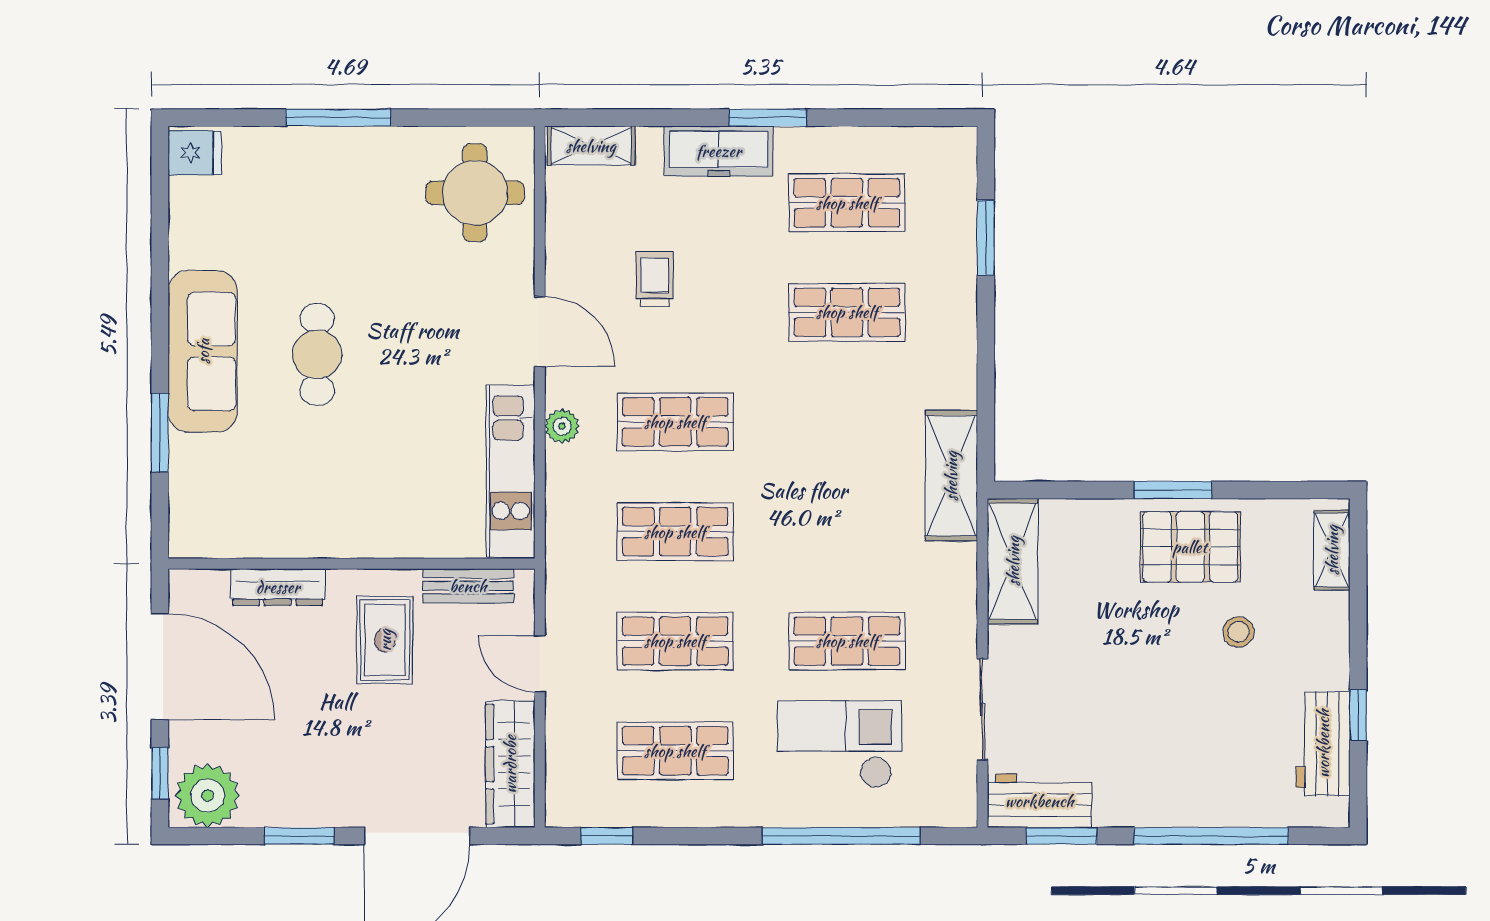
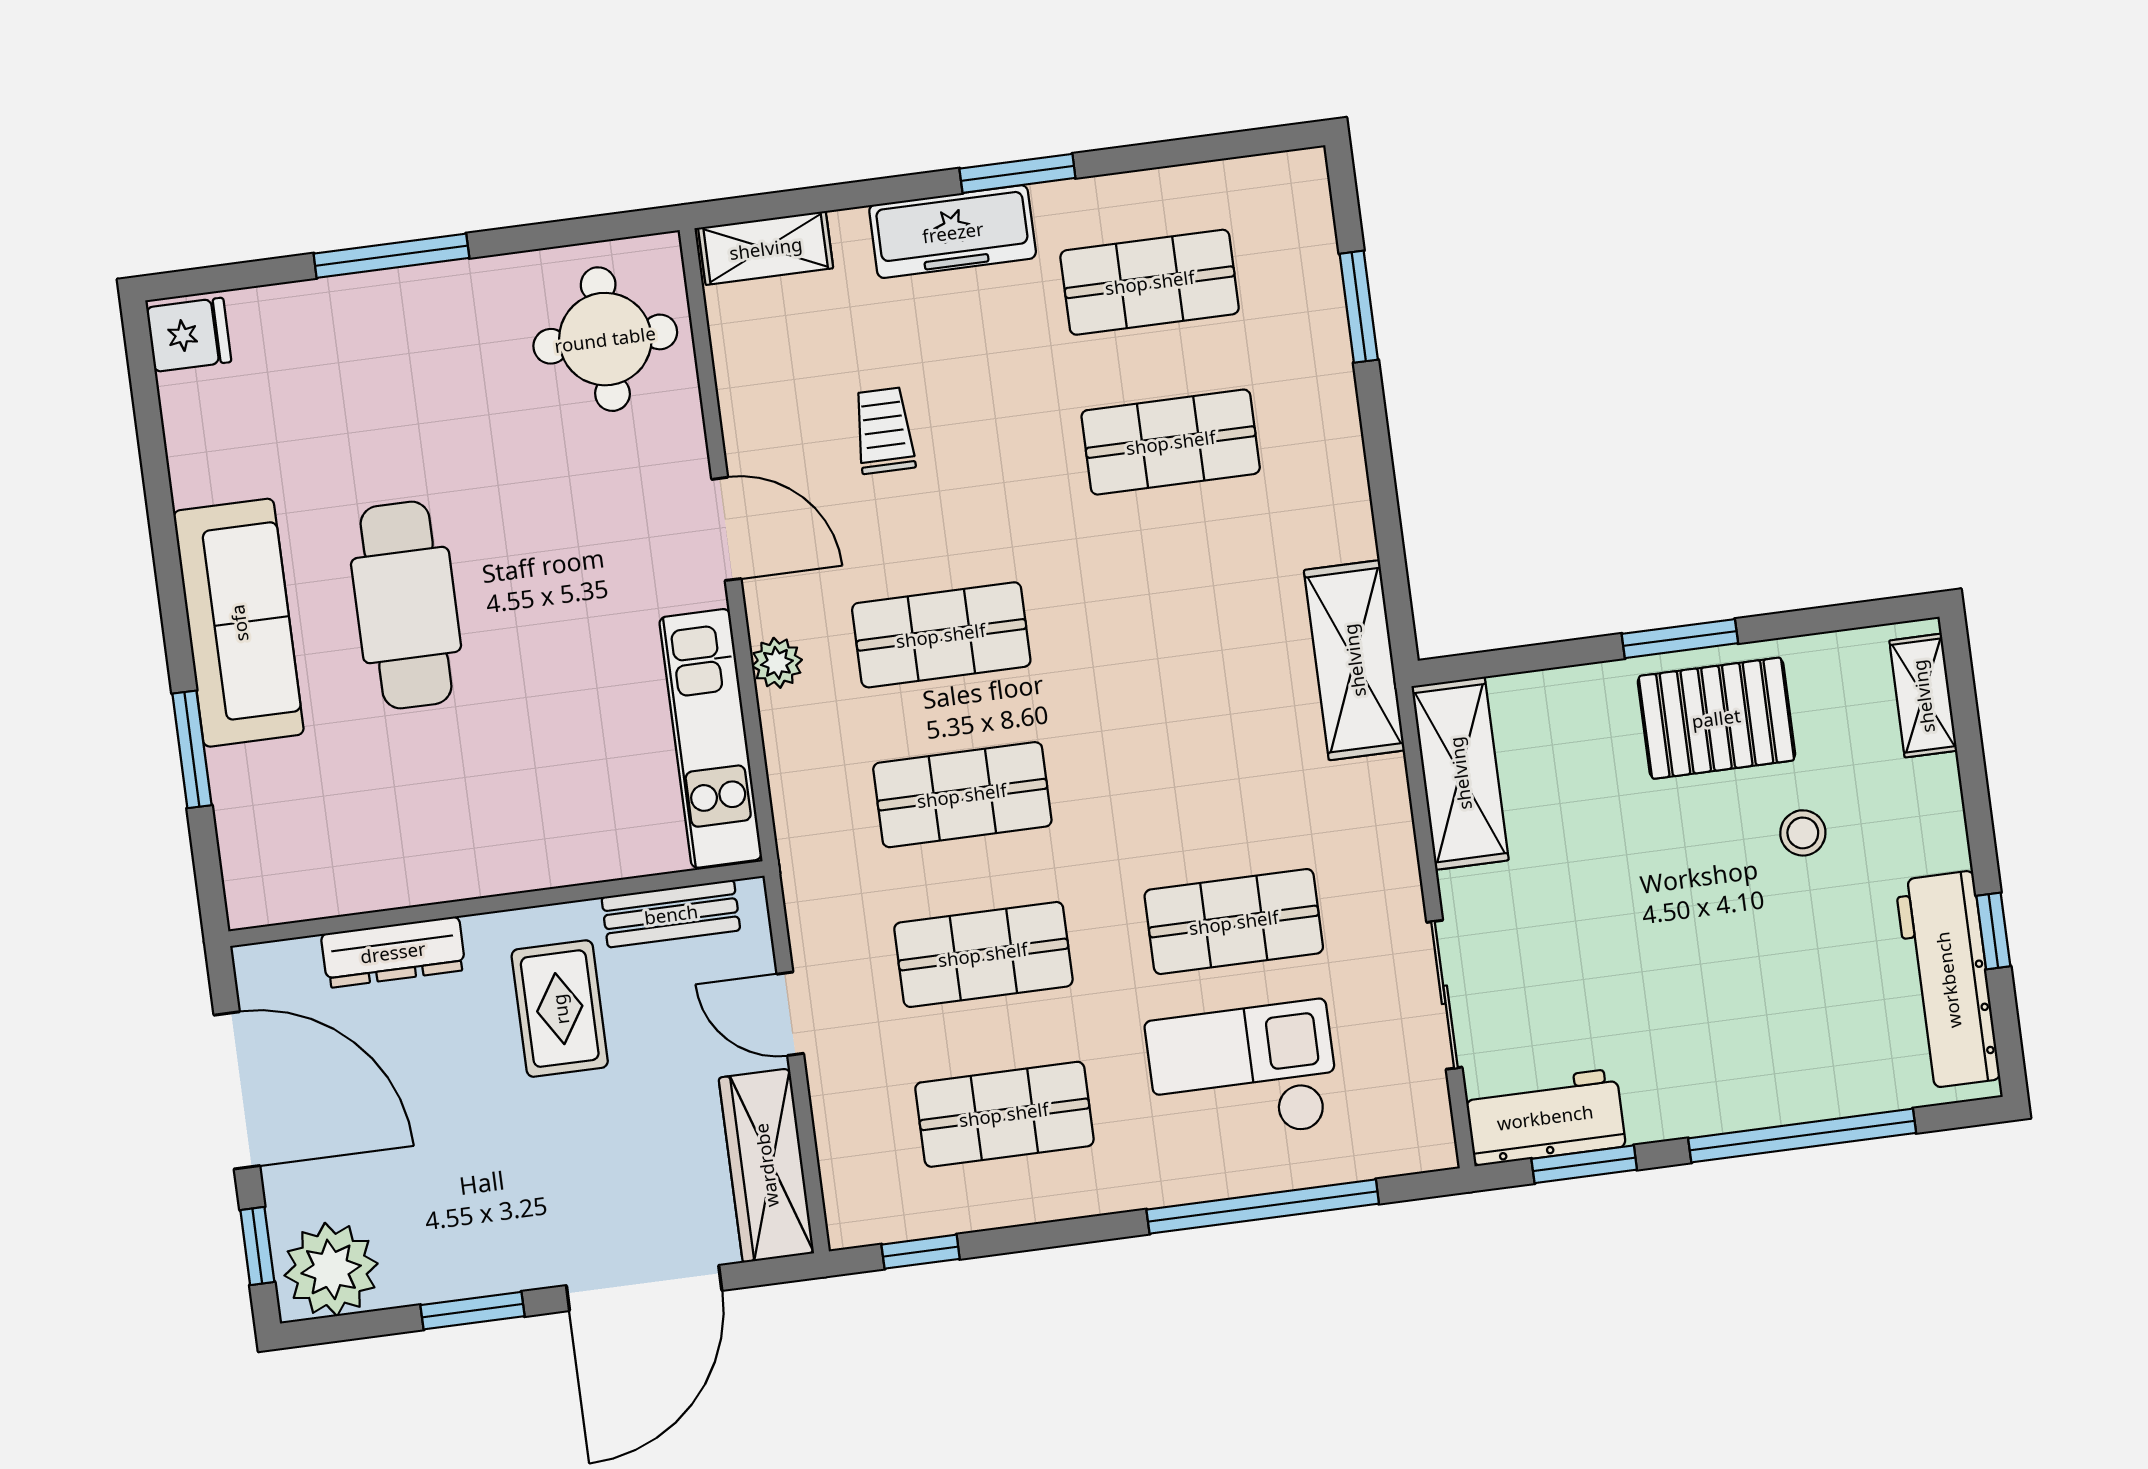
cafe table: (317, 354) -> (406, 605), width x1.37, depth x1.35
workbench: (1323, 744) -> (1948, 980), width x1.37

